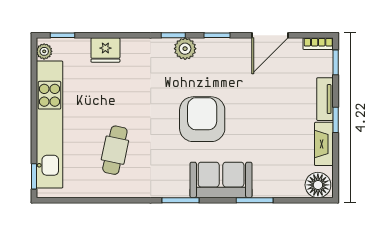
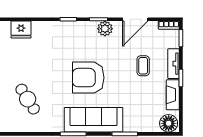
plant: (185, 49) -> (105, 29), moved
coffee table: (281, 102) -> (143, 66), added
armchair: (202, 119) -> (88, 78), turned -90
cafe table: (115, 150) -> (28, 99), turned -44
sofa: (221, 180) -> (94, 120), width x1.36

